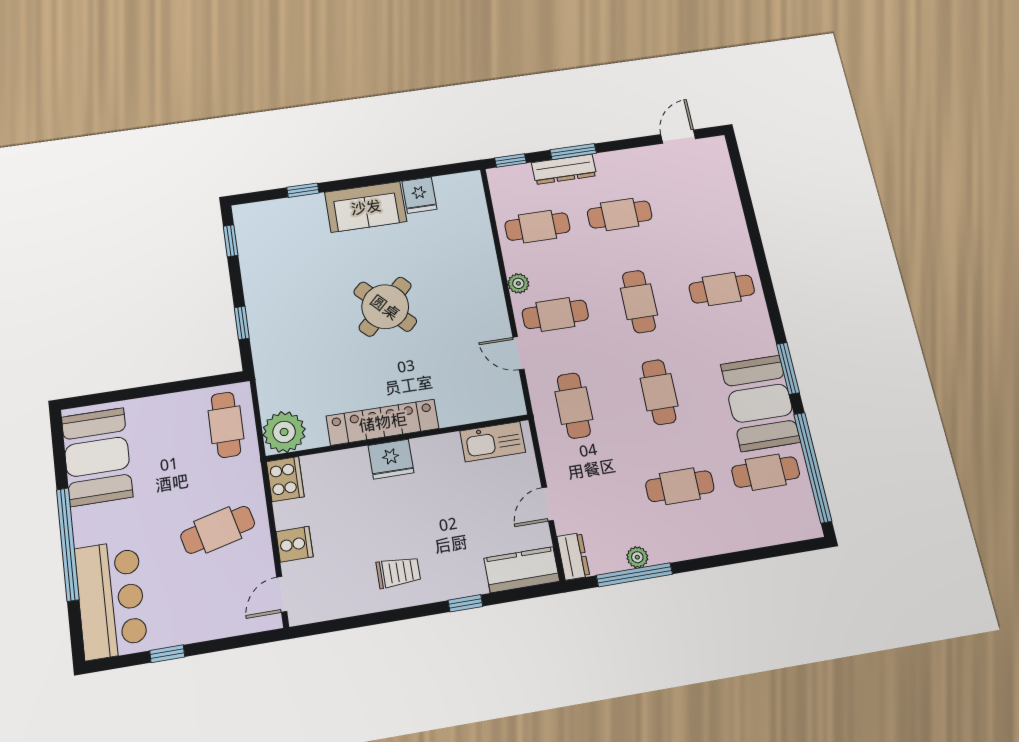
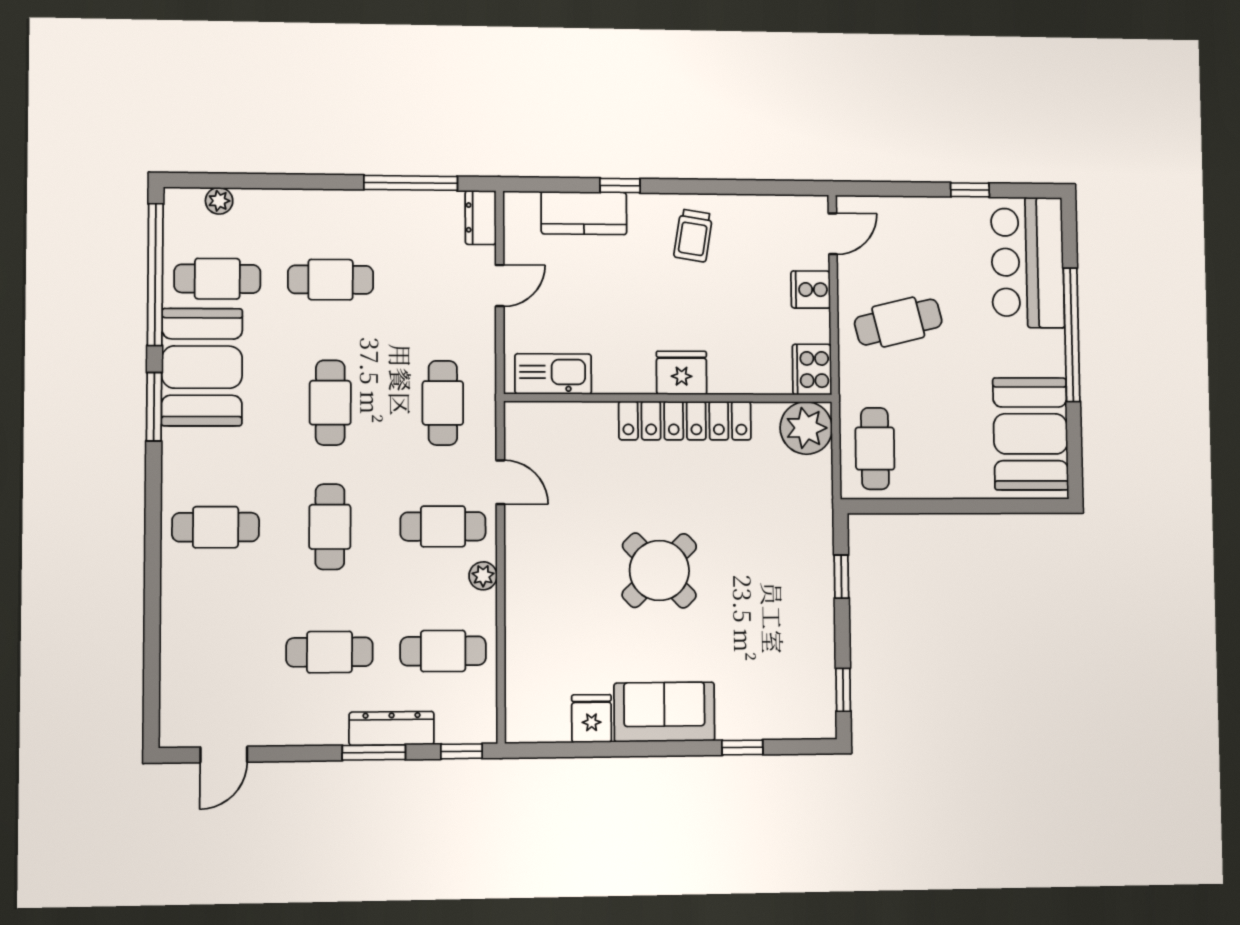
plant: (637, 557) -> (219, 201), moved
kitchen counter: (522, 570) -> (584, 213), moved
trolley: (398, 572) -> (693, 236), turned -81

